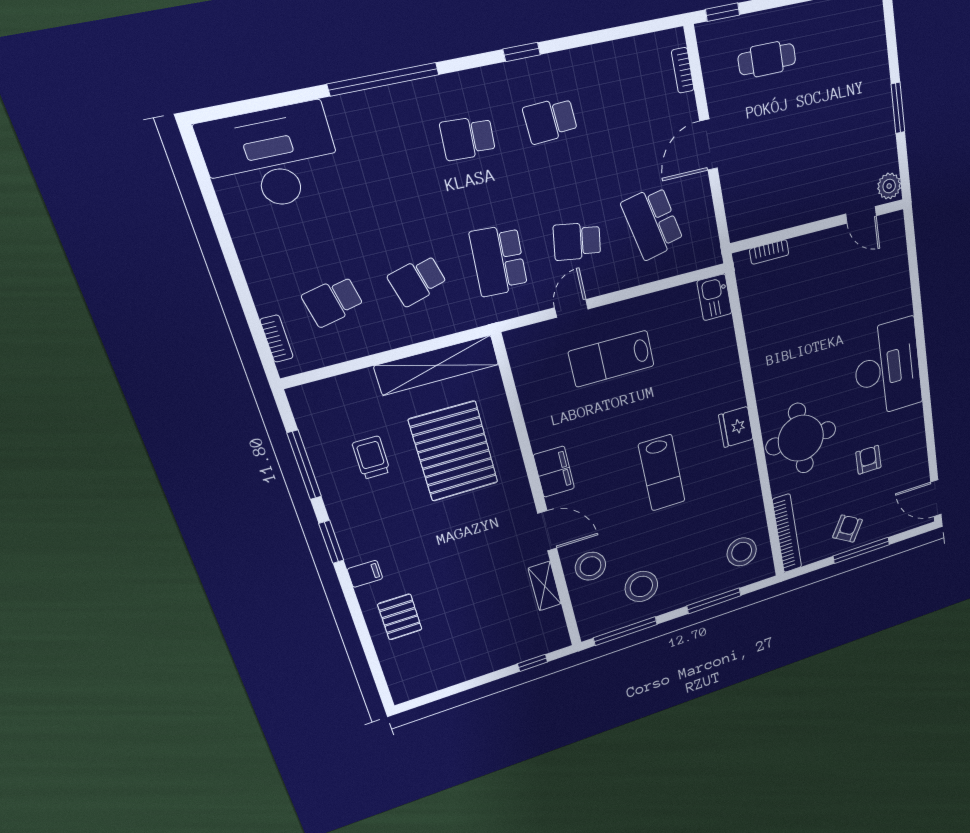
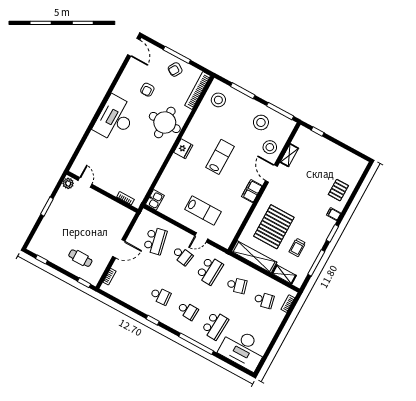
school desk: (382, 157) -> (215, 325), added
shelving: (345, 387) -> (284, 274), added

